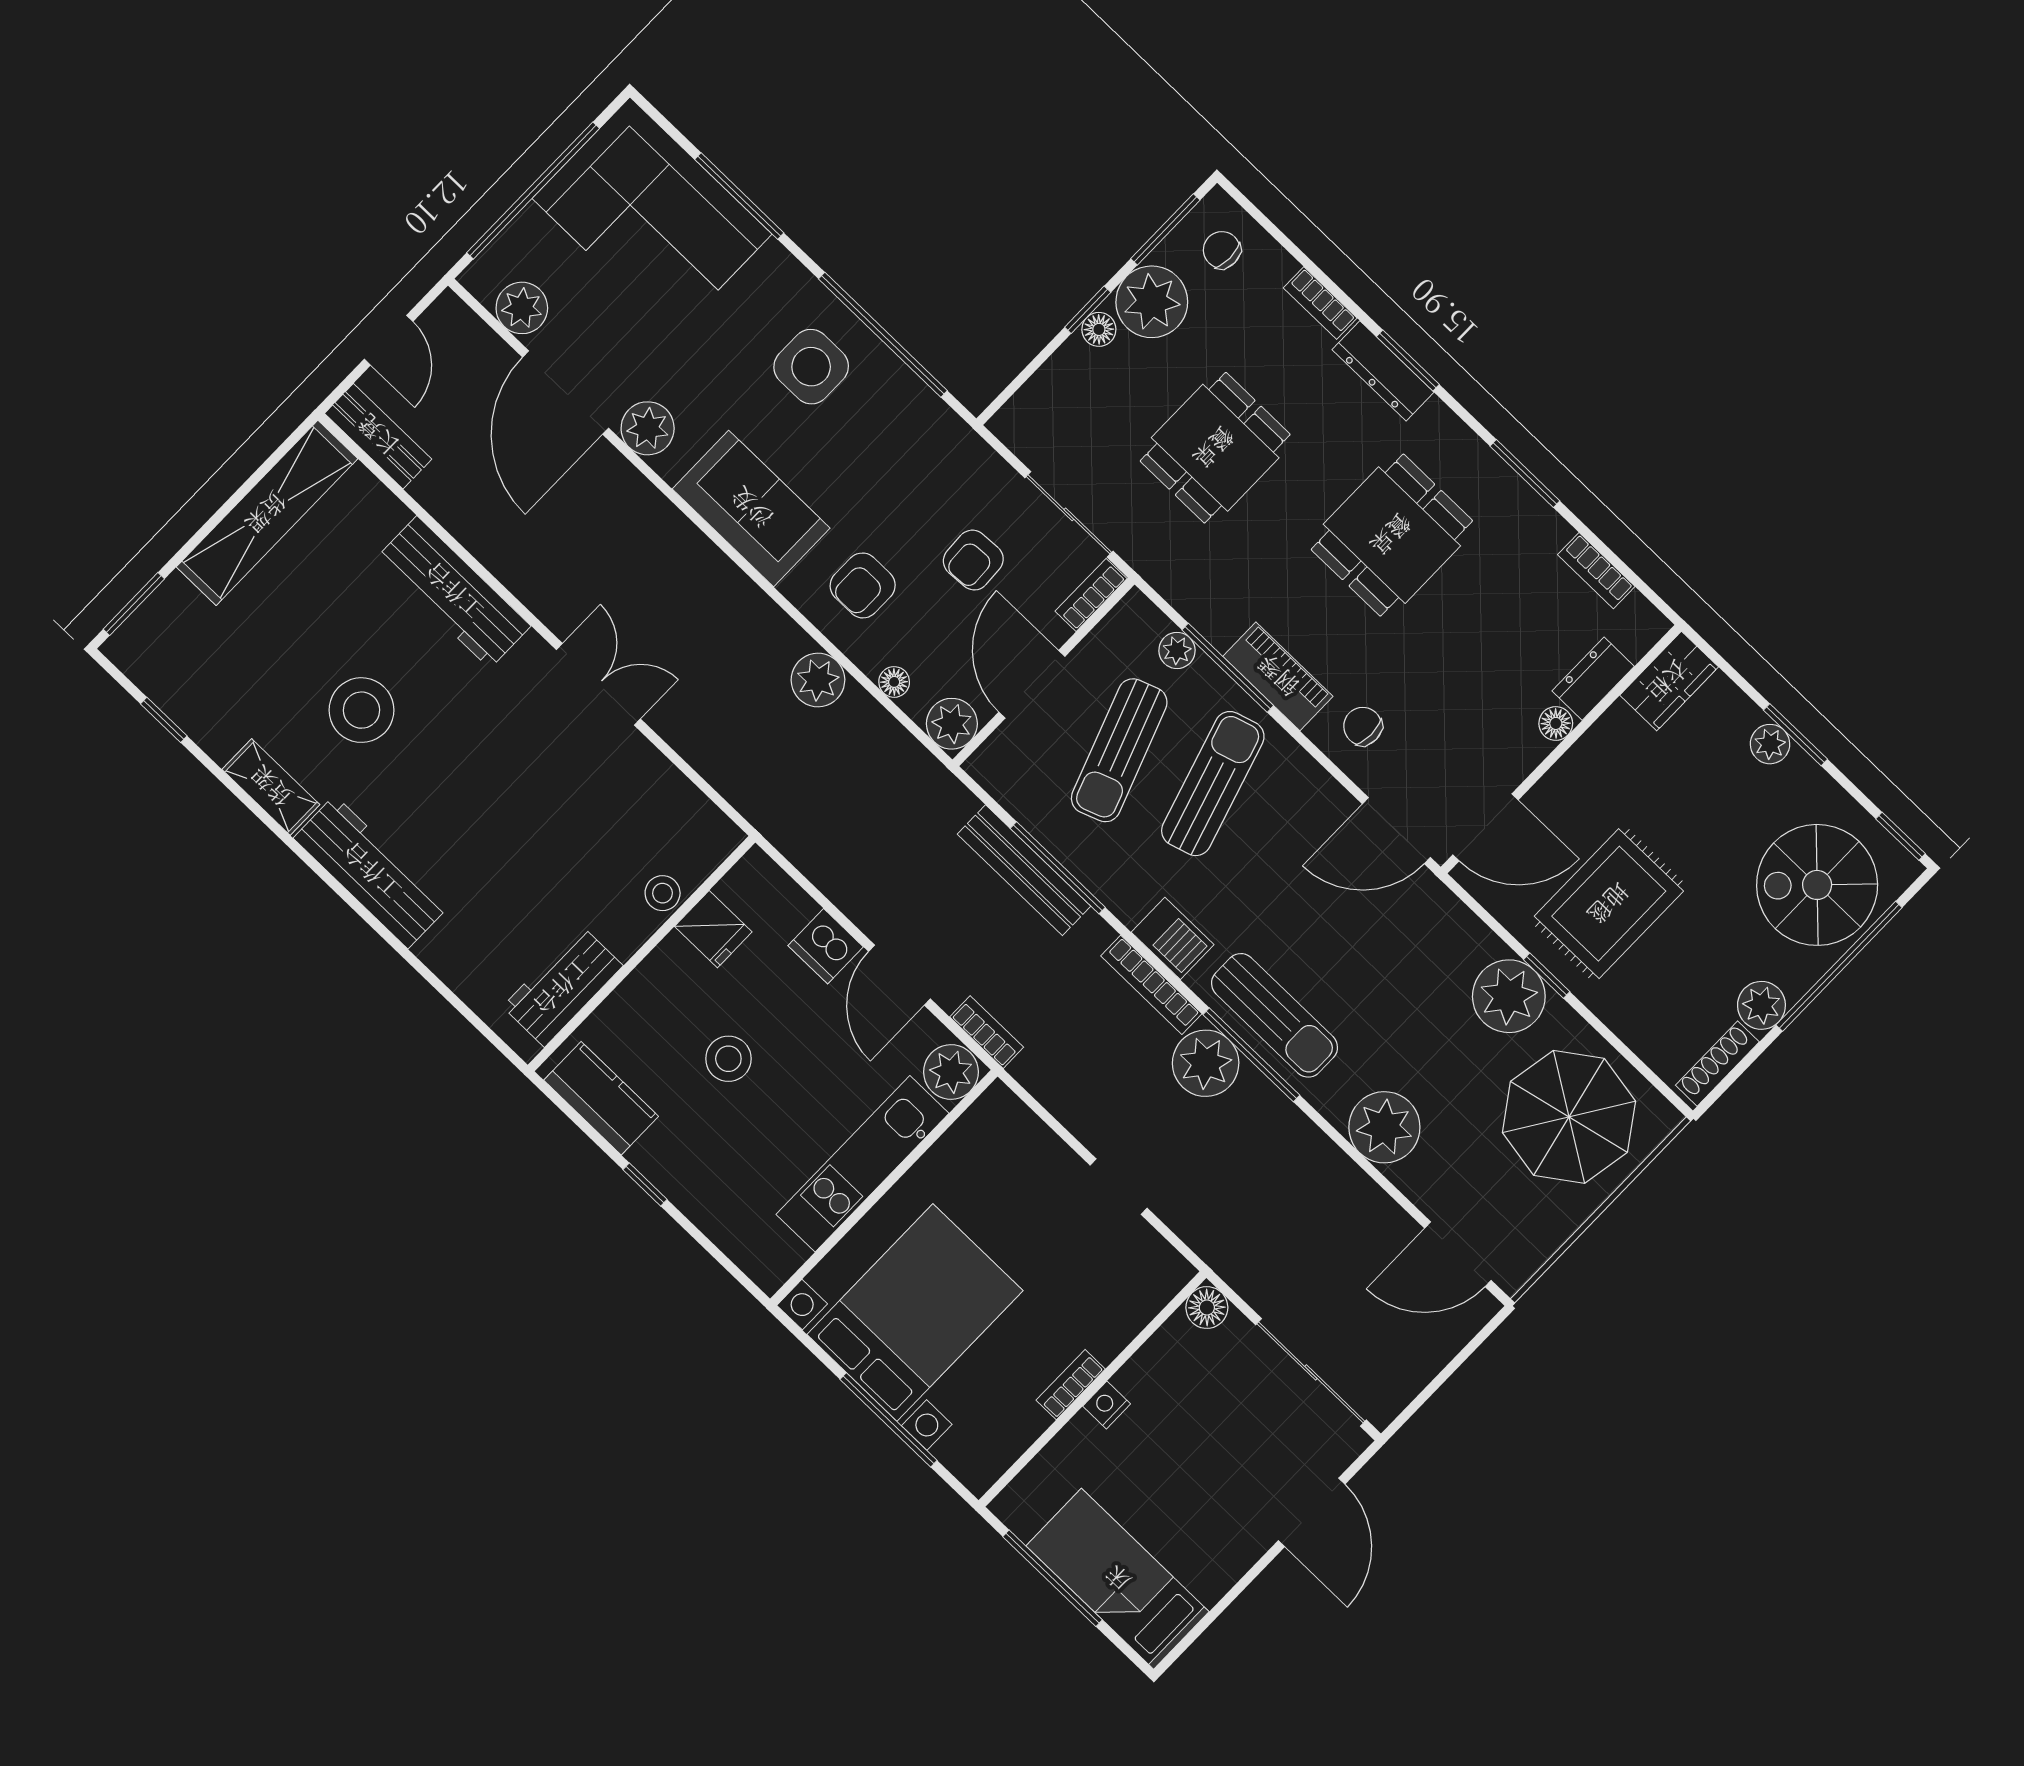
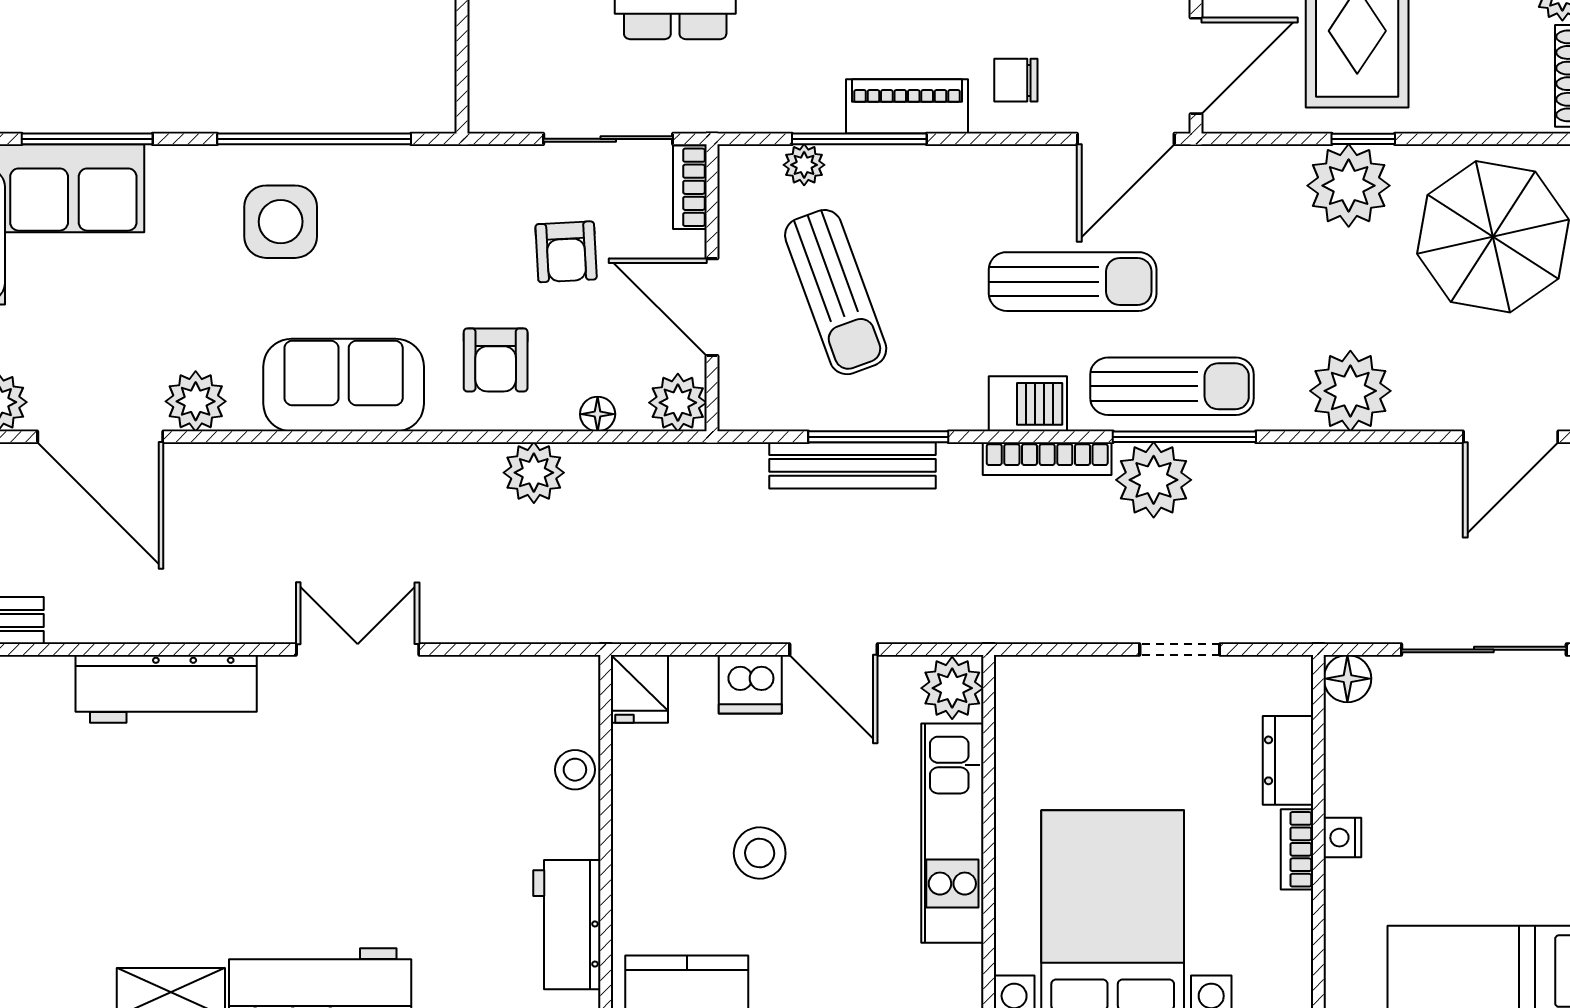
stool: (361, 710) -> (184, 858), removed
sun lounger: (1213, 784) -> (1073, 282), moved, turned 107
fridge: (713, 929) -> (639, 689), moved, turned 90
bookcase: (987, 1032) -> (950, 627), removed
dresser: (1119, 1323) -> (1288, 760), added

